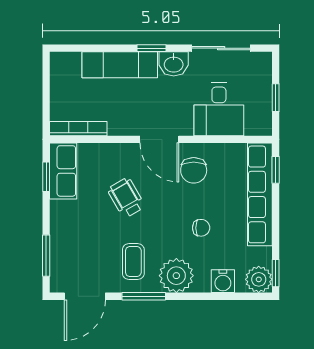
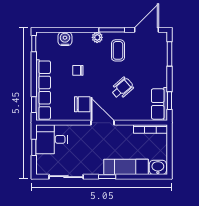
washbasin: (174, 64) -> (158, 167), moved
desk: (219, 109) -> (52, 139), moved, turned -90
chair: (194, 170) -> (82, 104), turned 90
wheelchair: (126, 198) -> (122, 88), turned -101
plant: (176, 276) -> (97, 37), width x0.53, depth x0.53
plant: (259, 279) -> (44, 40), removed

